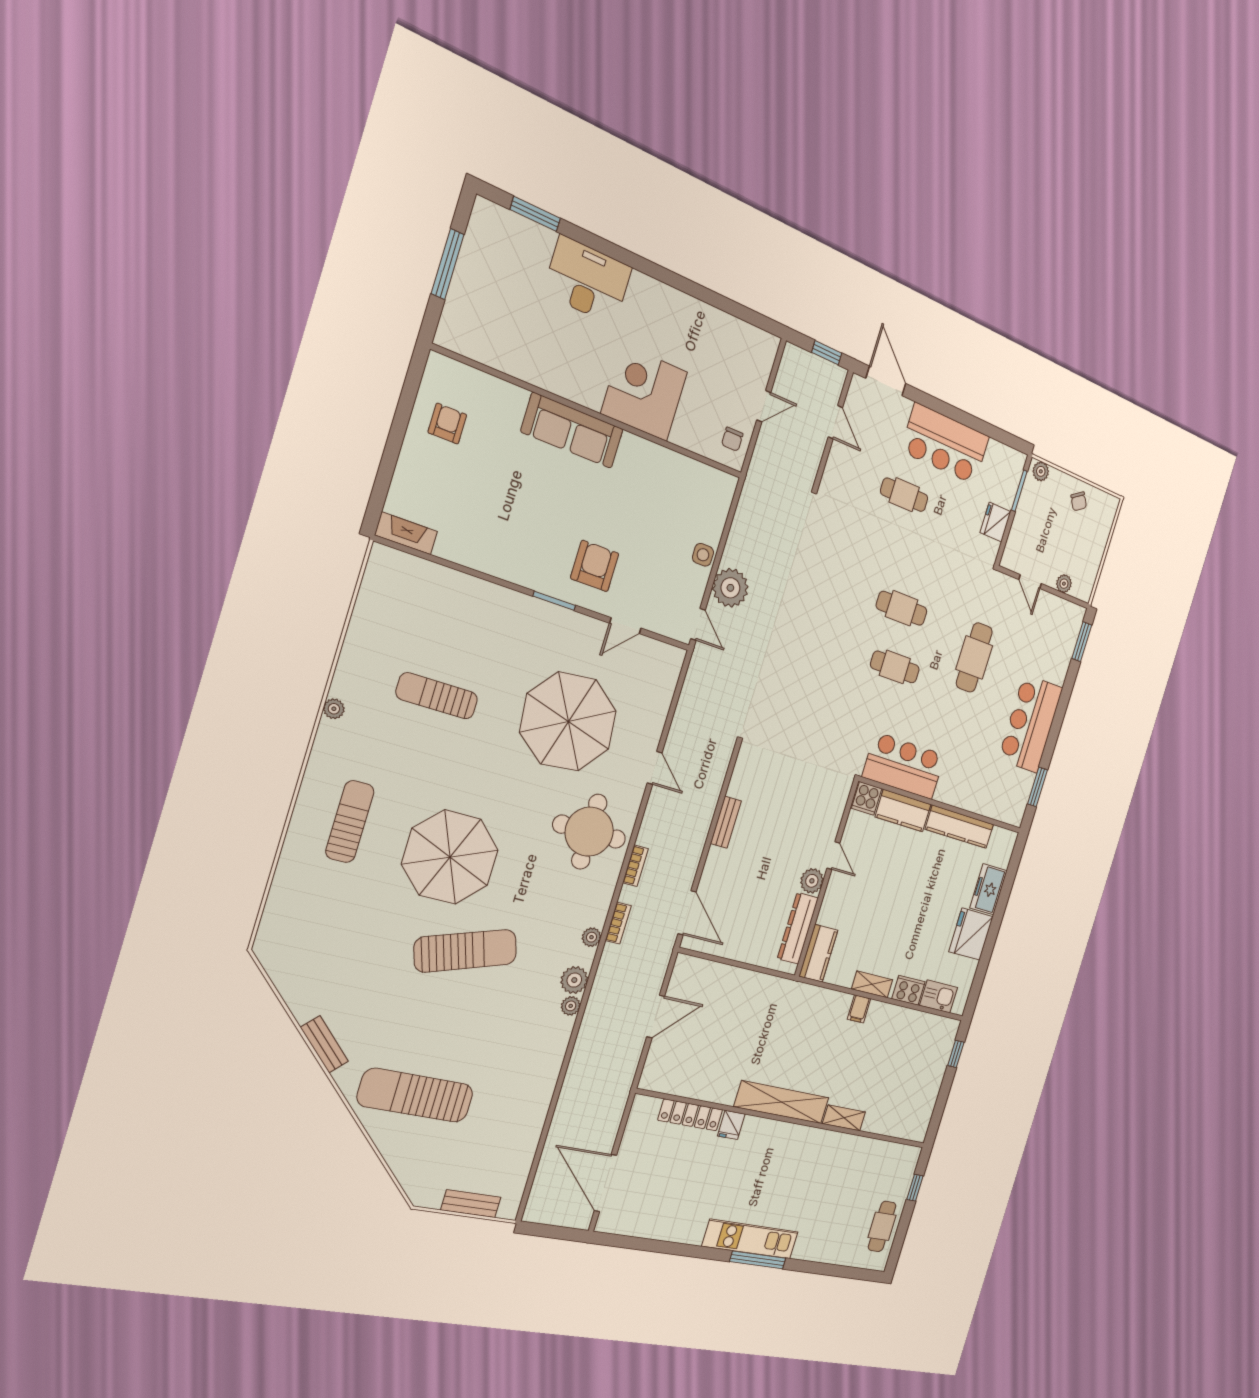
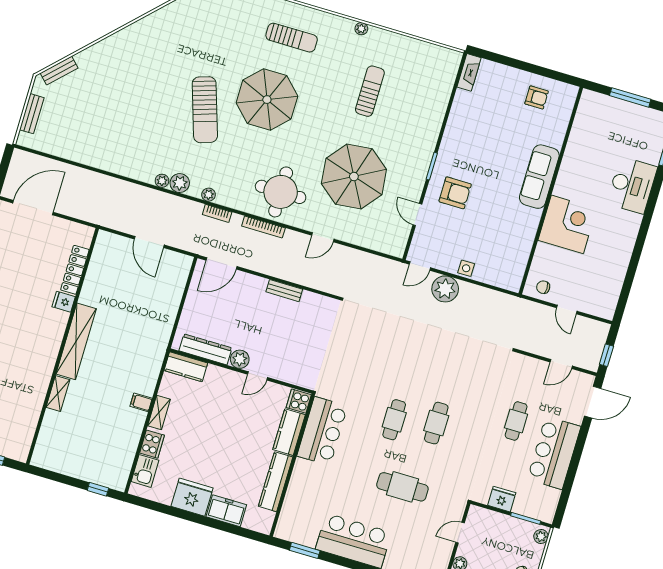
bookcase: (635, 866) -> (263, 227), width x1.56
bench: (324, 1044) -> (59, 71), moved
sun lounger: (416, 1095) -> (111, 77), removed

